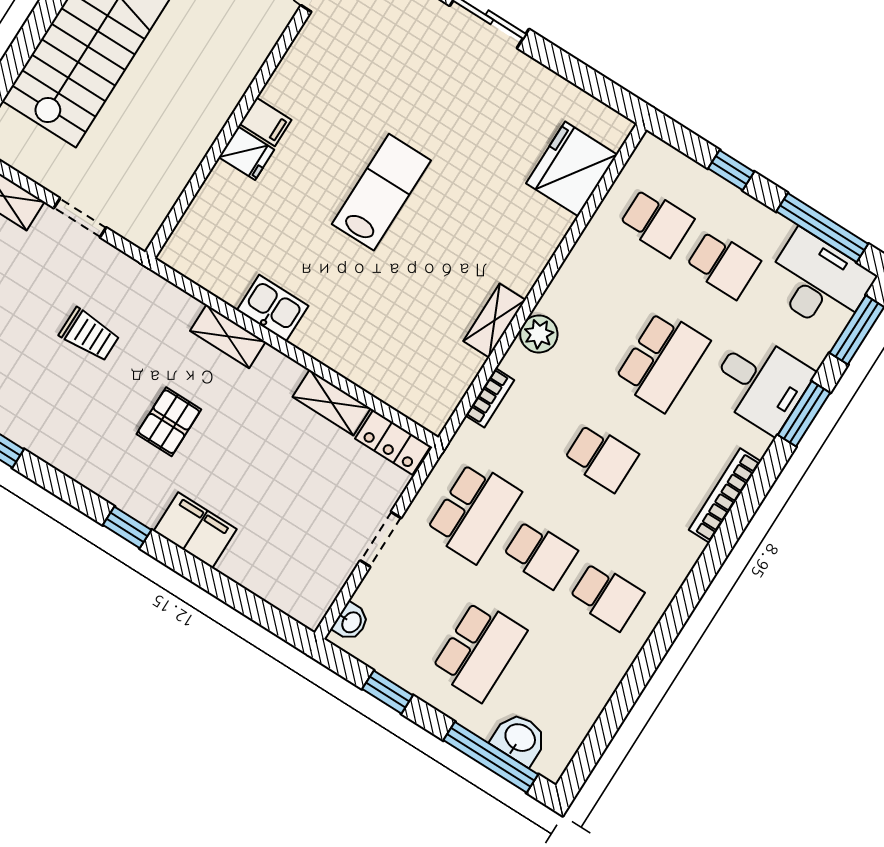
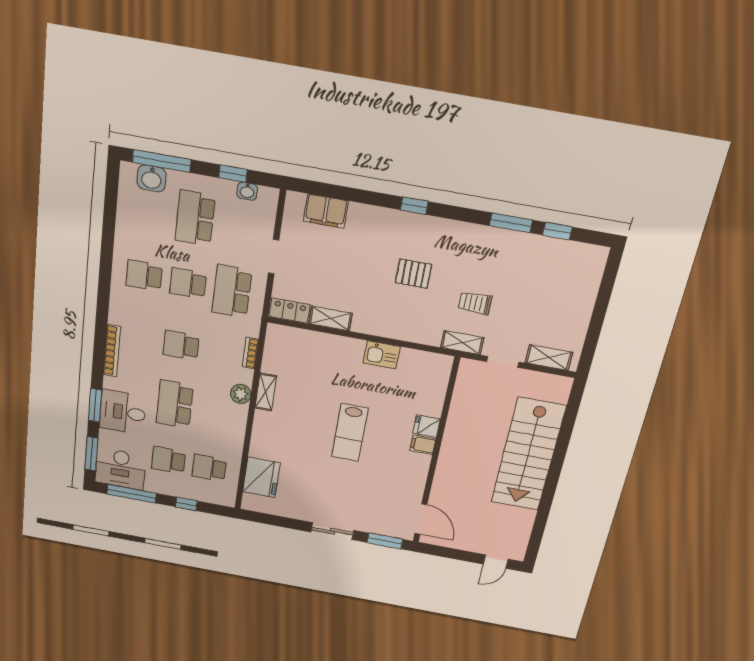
shelving: (228, 336) -> (462, 343), moved
pallet: (169, 422) -> (414, 274), turned 90
filing cabinet: (195, 530) -> (326, 211), moved
washbasin: (351, 622) -> (247, 191), moved, turned -90

